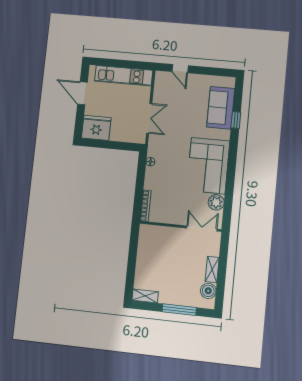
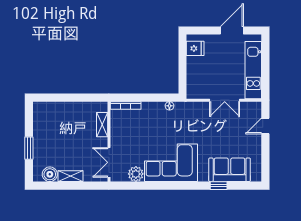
double door: (149, 118) -> (225, 100), moved
fridge: (96, 128) -> (195, 48), width x0.53, depth x0.75
double door: (202, 229) -> (109, 162), swing flipped
shelving: (145, 296) -> (102, 125), moved
window: (179, 310) -> (29, 148), width x0.69

